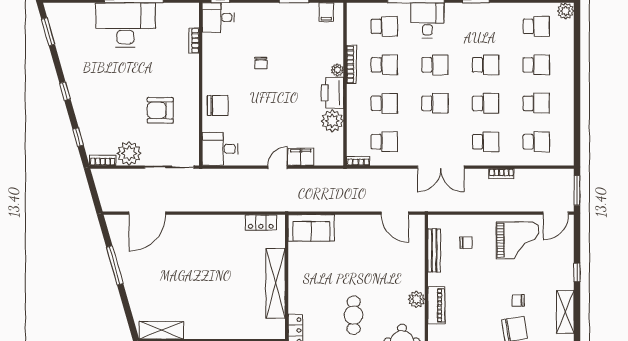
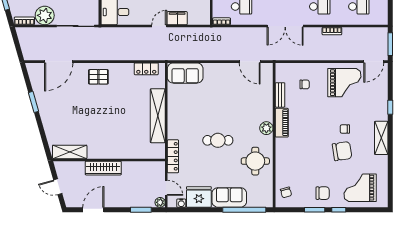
pallet: (199, 233) -> (98, 77), added
bench: (434, 250) -> (280, 95), width x0.73
window: (115, 265) -> (34, 102), width x0.69
piano: (436, 305) -> (282, 123), moved
cafe table: (354, 315) -> (218, 140), turned 90

